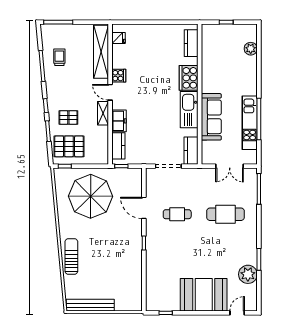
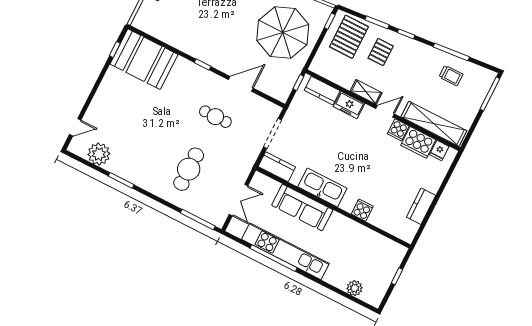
kitchen counter: (191, 43) -> (421, 206), moved, turned -90
cooker: (120, 56) -> (418, 142), added
cooker: (189, 78) -> (362, 210), width x0.53, depth x0.76
kitchen unit: (250, 123) -> (285, 251), width x1.36
double door: (230, 166) -> (239, 200), swing flipped
cafe table: (177, 214) -> (215, 117), turned 90
plant: (248, 274) -> (99, 154), moved
booth: (204, 295) -> (144, 59), moved, turned 90
door: (237, 313) -> (75, 127), hinge flipped

